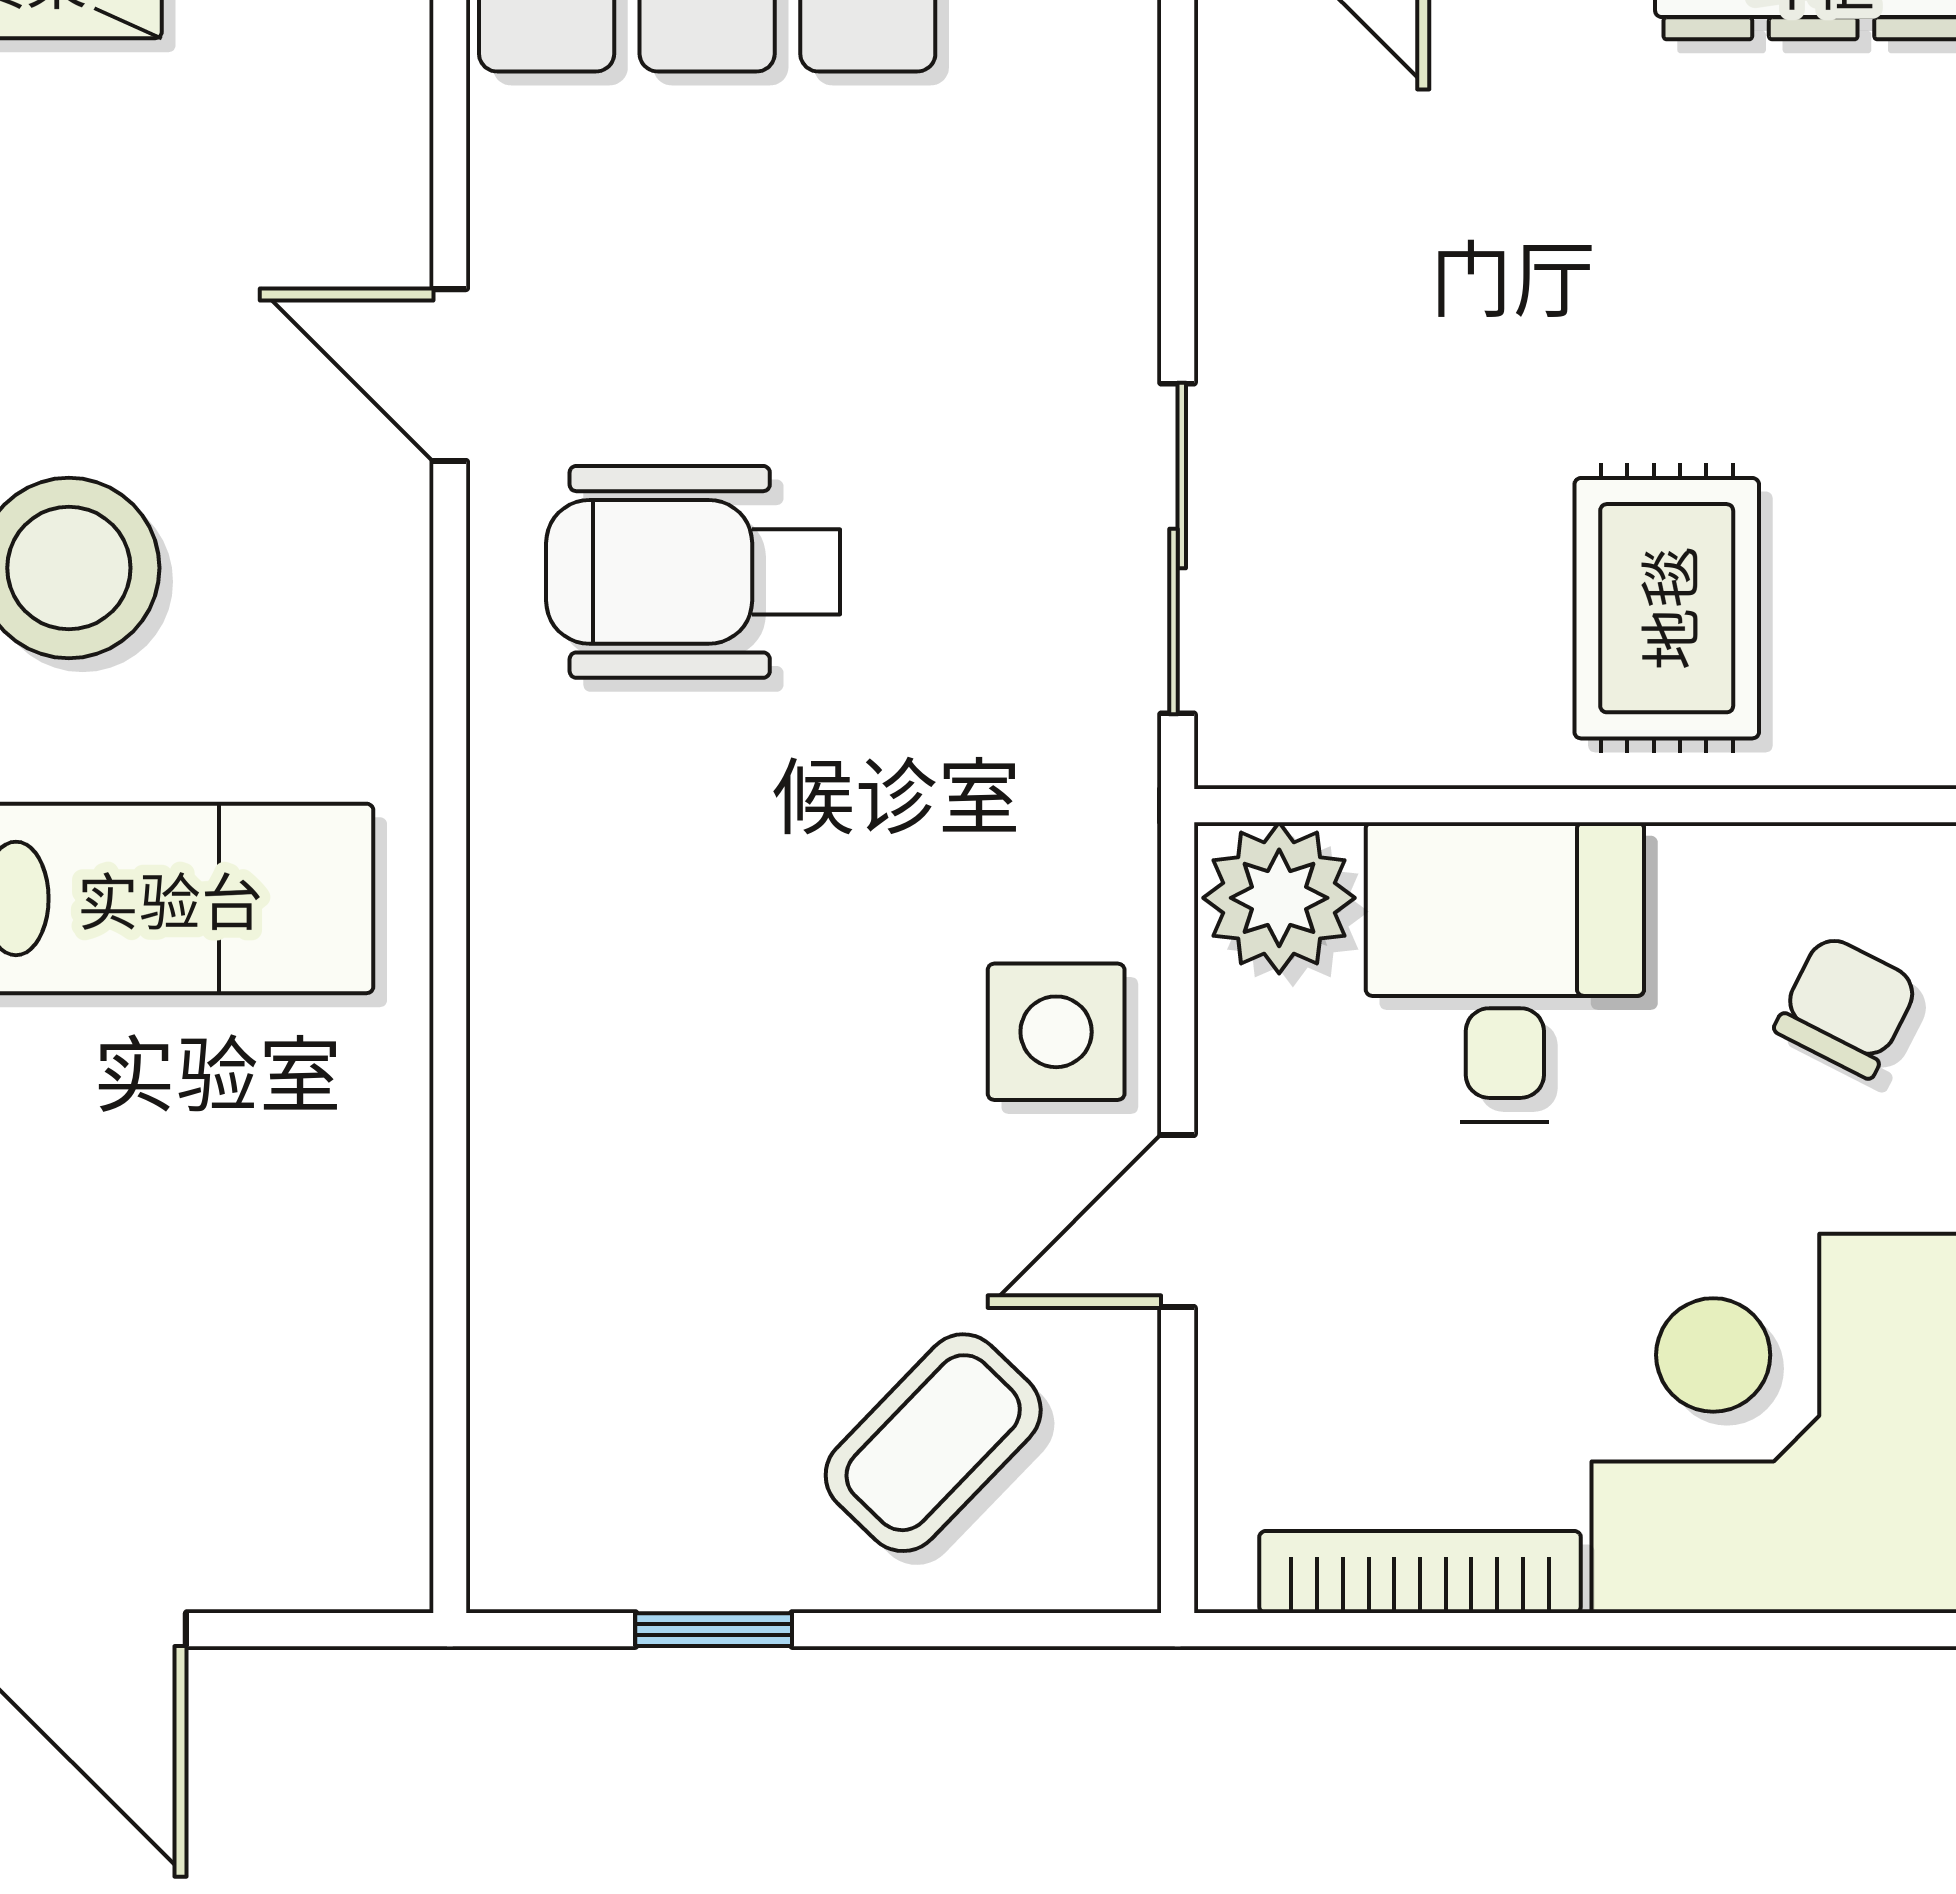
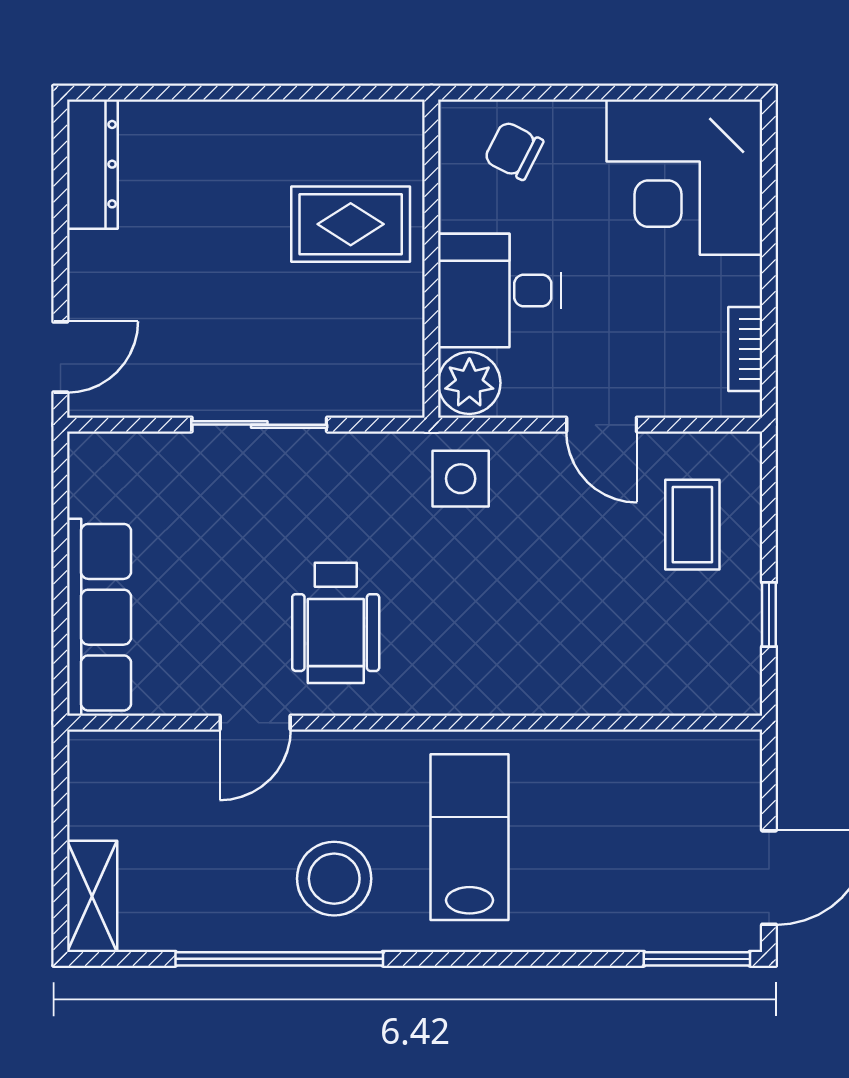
sliding door: (1178, 548) -> (259, 425), moved
side table: (1056, 1032) -> (461, 479), moved
coffee table: (933, 1443) -> (692, 525), turned 46
bookcase: (1420, 1572) -> (745, 349), width x0.64

